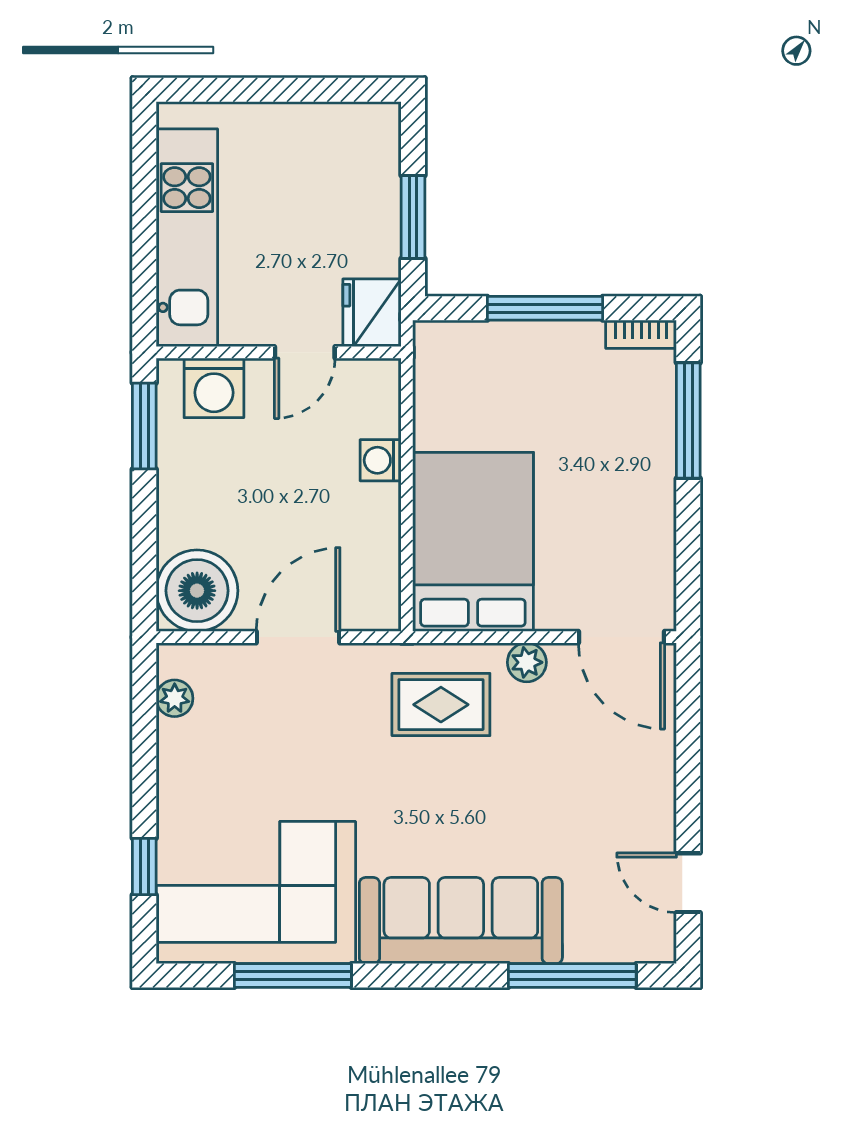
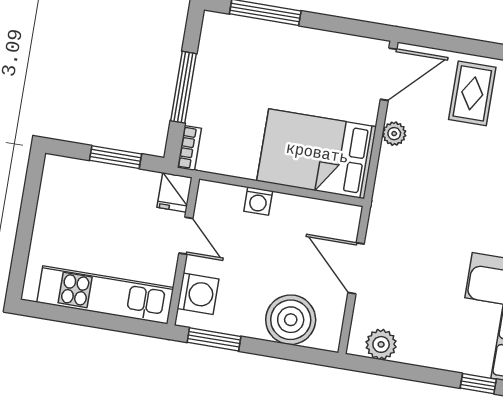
fridge: (372, 313) -> (175, 192), width x0.72
bookcase: (641, 334) -> (189, 148), moved
boiler: (197, 591) -> (291, 320), moved
plant: (175, 698) -> (381, 344), width x1.38, depth x1.38
rug: (441, 705) -> (472, 93), moved

